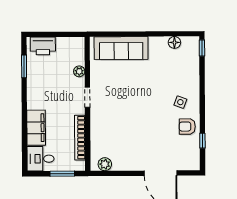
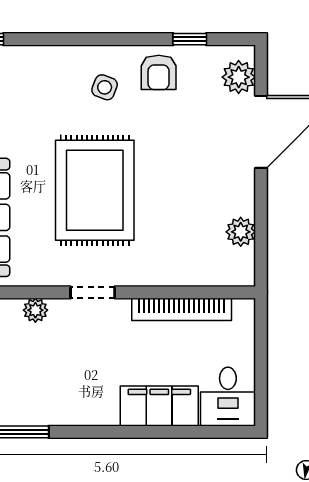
rug: (134, 98) -> (95, 190), added
plant: (185, 163) -> (239, 77), added
plant: (105, 164) -> (241, 232), moved
window: (62, 174) -> (261, 349), removed

